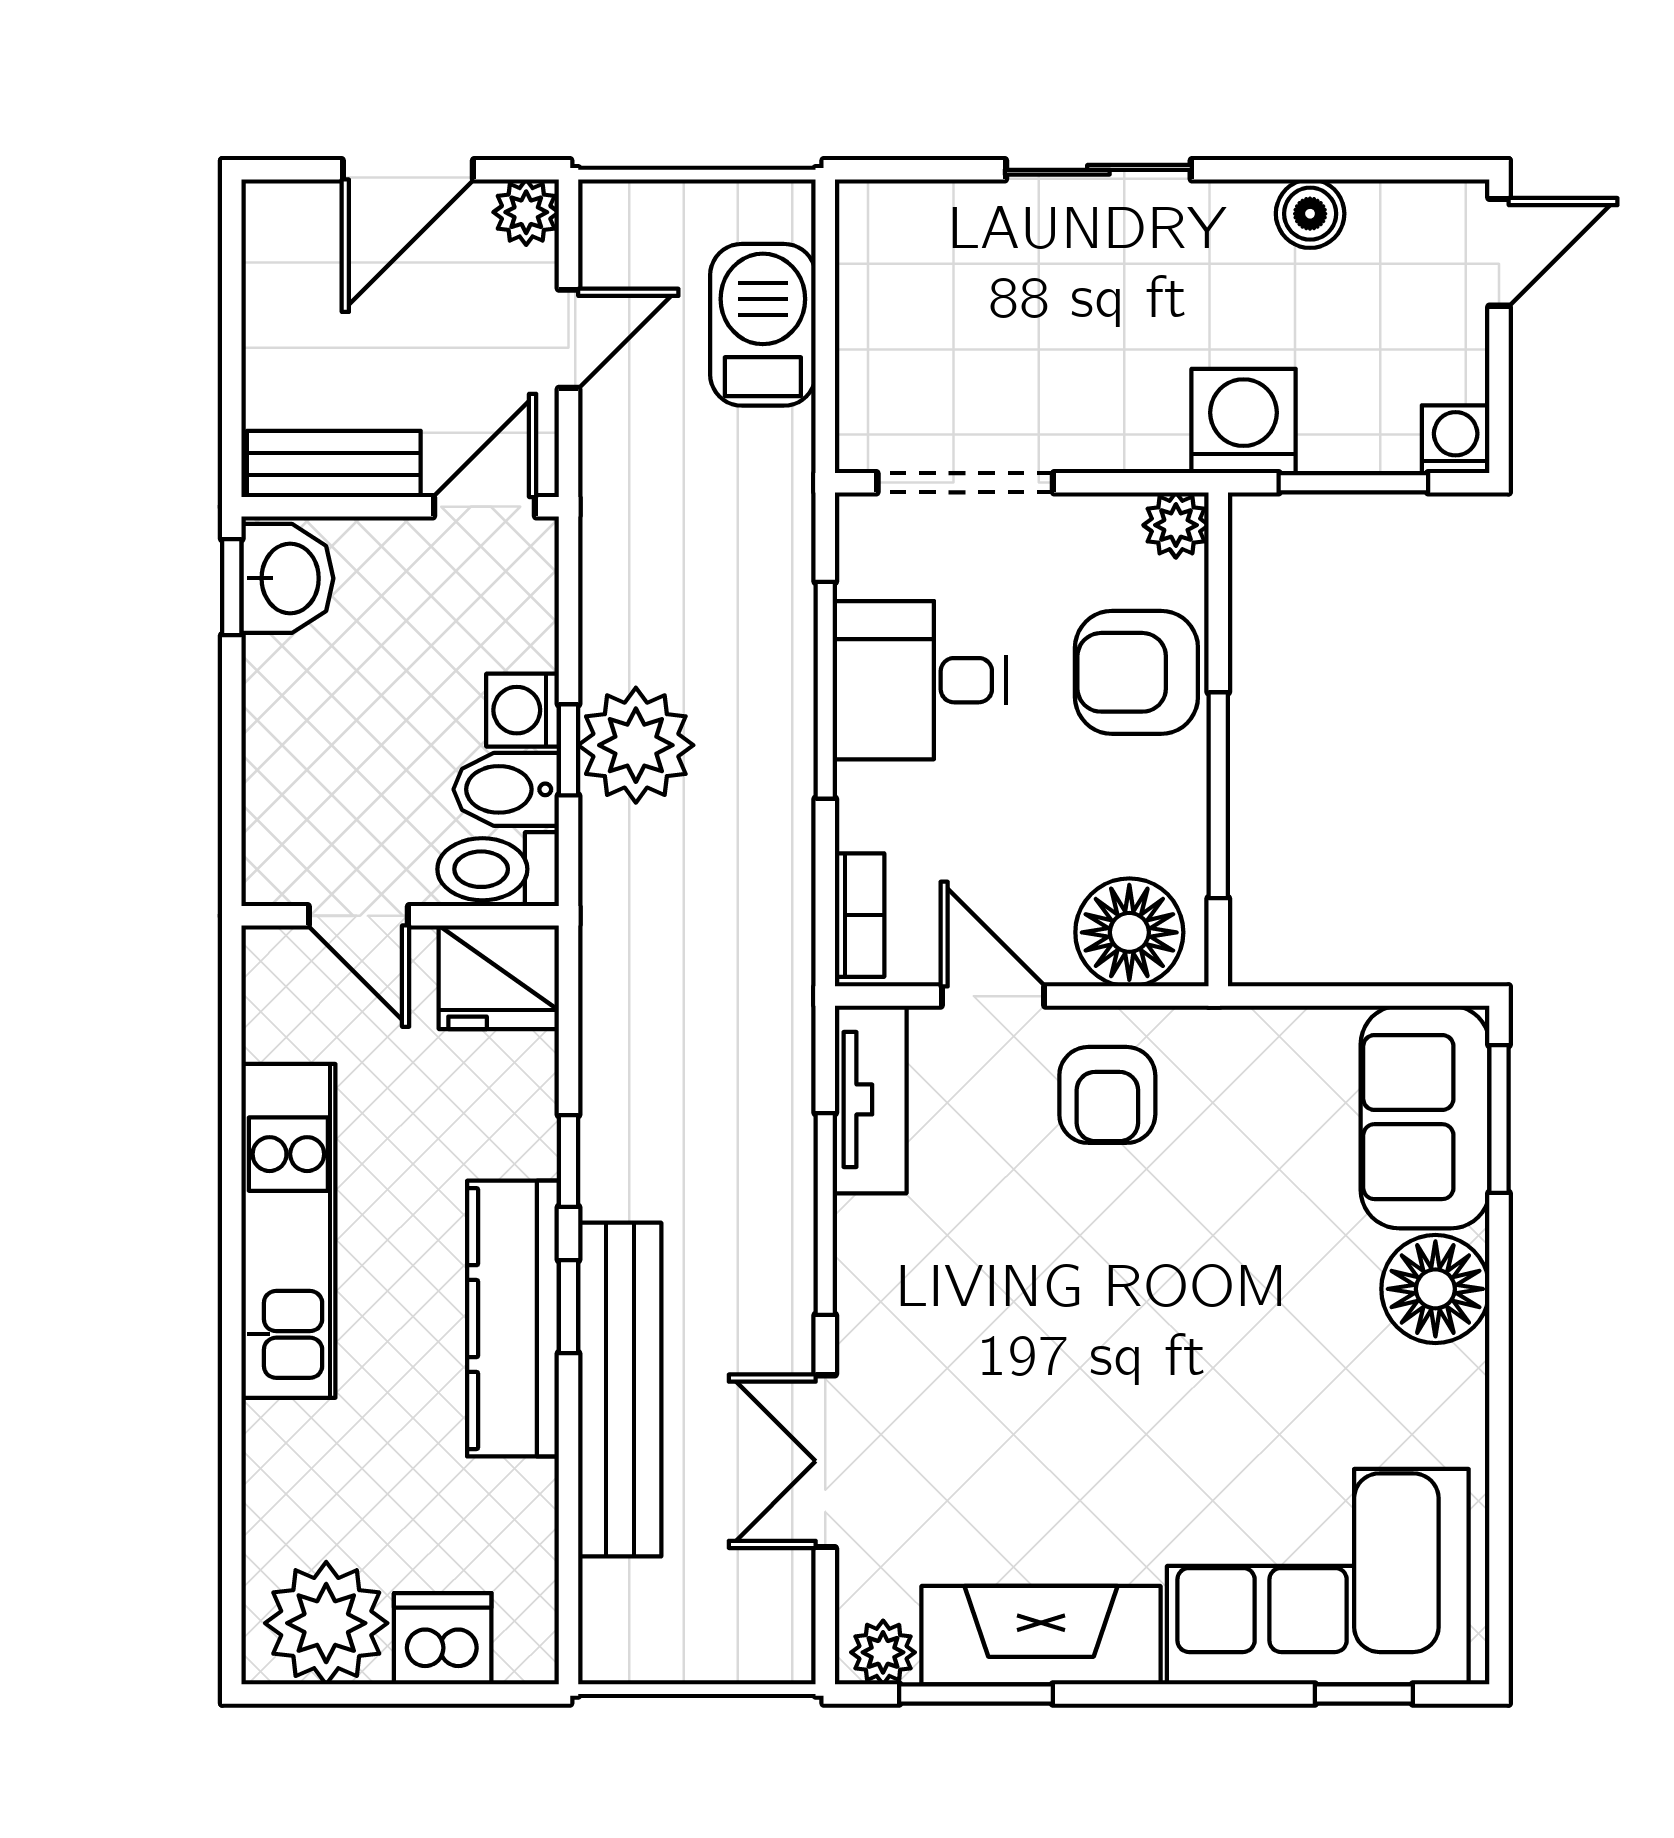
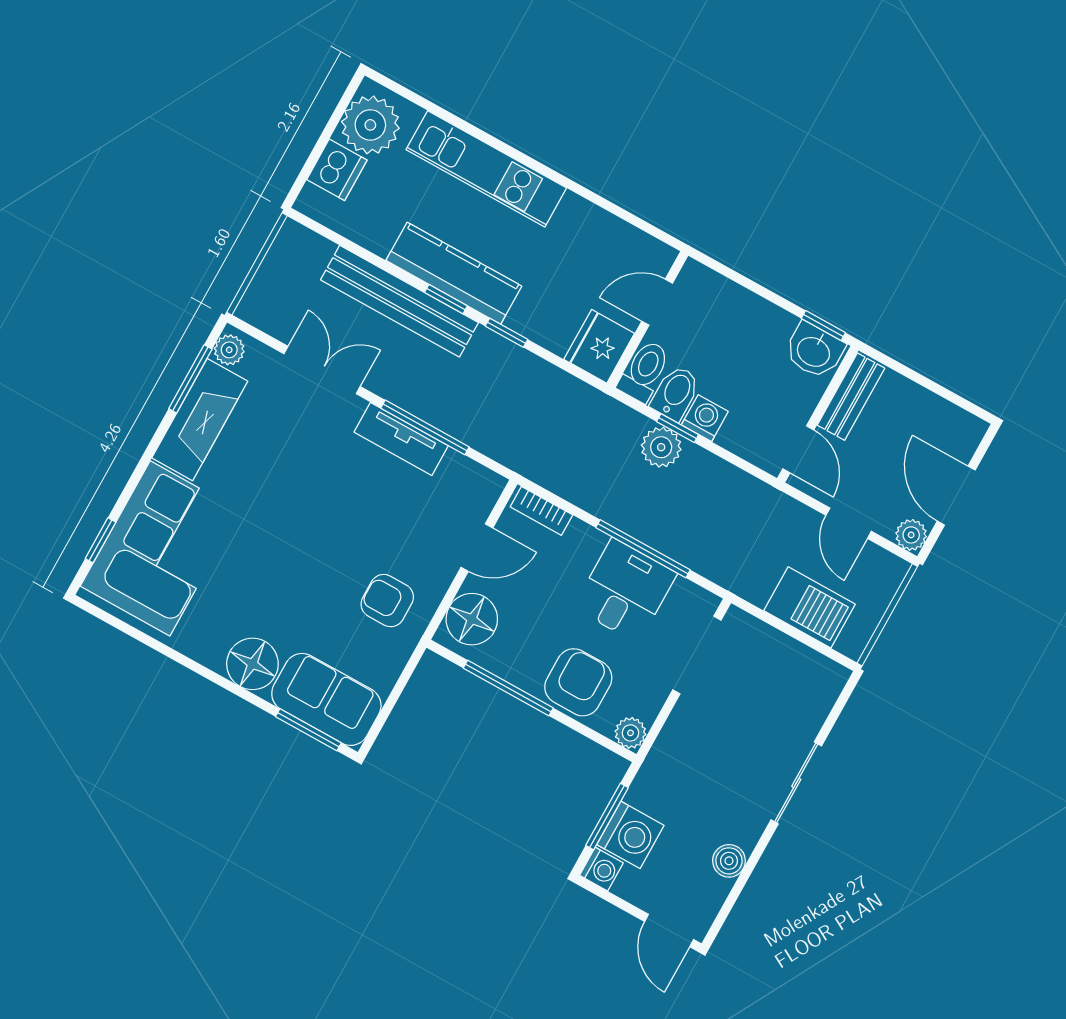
washing machine: (1244, 421) -> (630, 835), moved
plant: (636, 745) -> (661, 447), width x0.73, depth x0.73
armchair: (1107, 1095) -> (387, 601), moved
tv unit: (871, 1099) -> (401, 439), moved
kitchen unit: (288, 1231) -> (486, 169), moved

